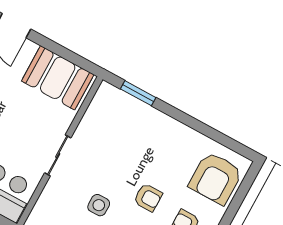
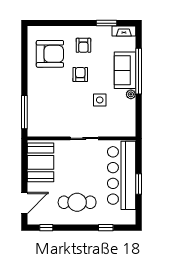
window: (138, 93) -> (24, 112), width x1.44
armchair: (216, 178) -> (50, 54), moved

